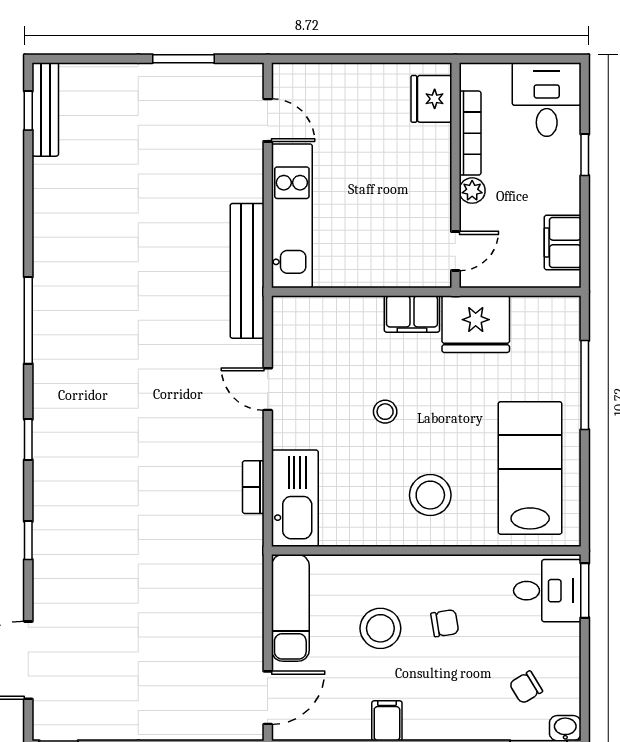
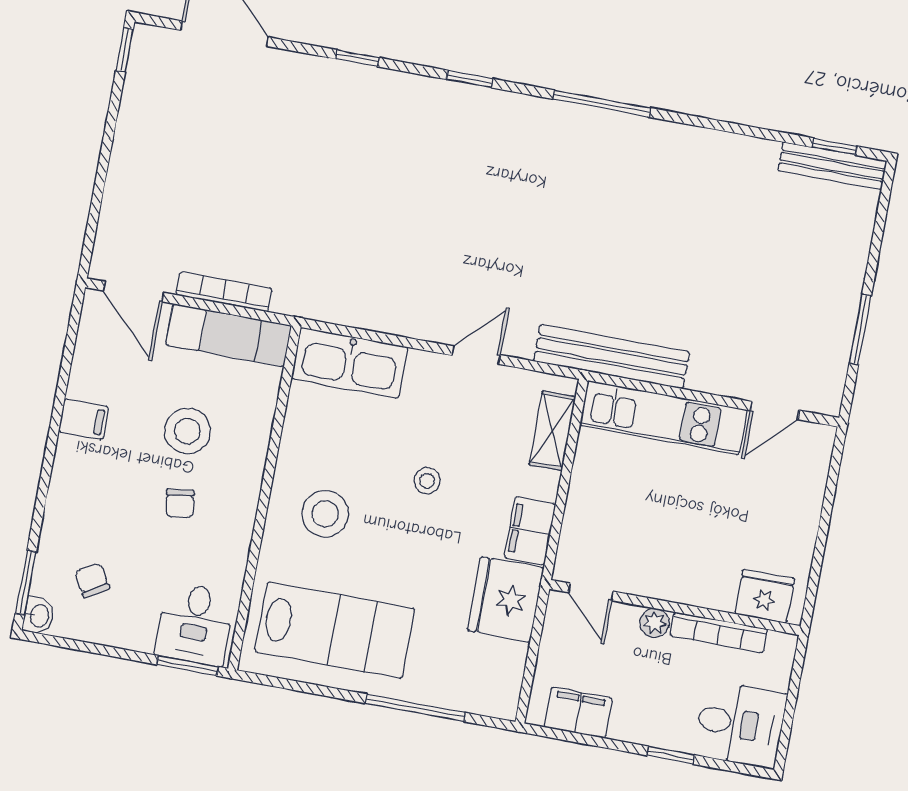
shelving: (321, 311) -> (552, 431), added
bookcase: (253, 487) -> (224, 292), moved, width x1.56

